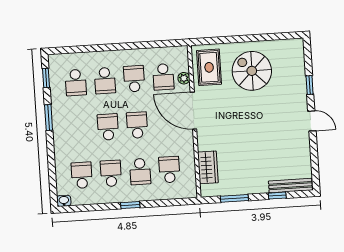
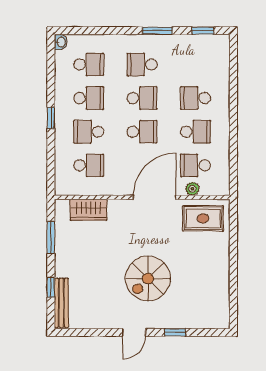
spiral stairs: (252, 71) -> (148, 278), moved, turned 180
school desk: (76, 82) -> (142, 64), moved

